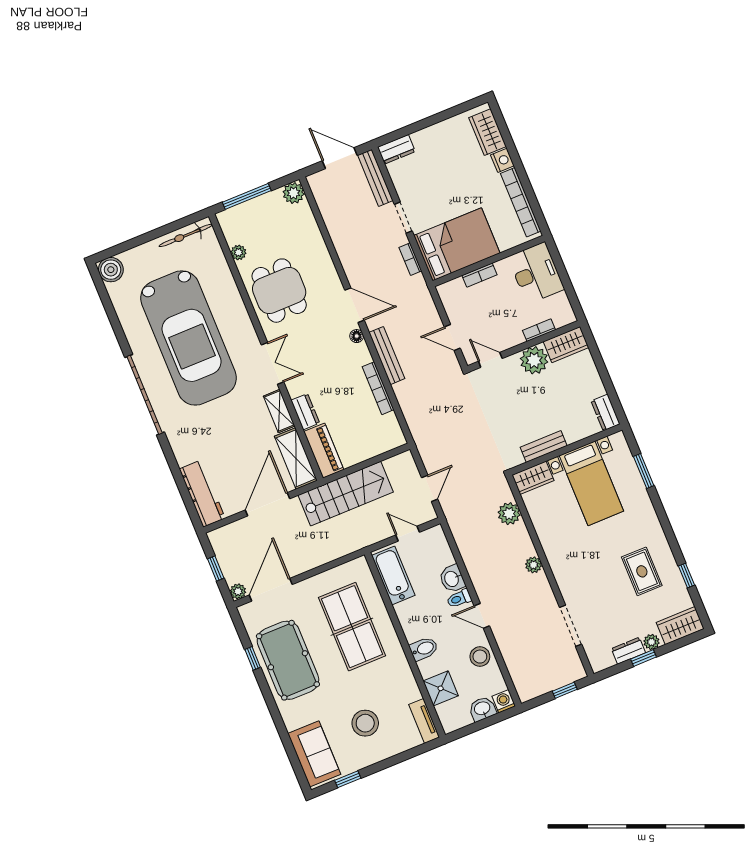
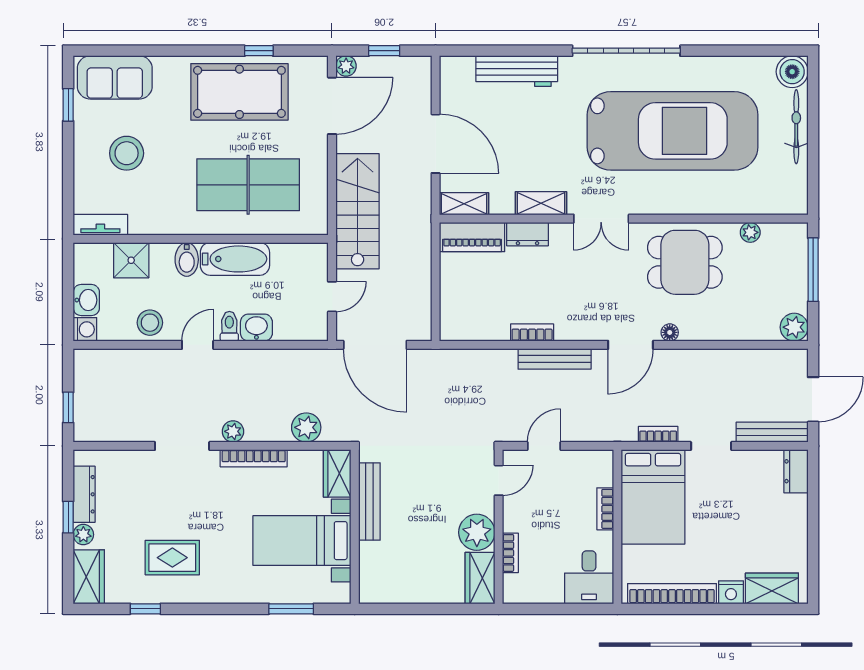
bicycle: (186, 235) -> (796, 127), moved
desk: (536, 273) -> (589, 577), width x0.73
floor lamp: (357, 336) -> (670, 332), moved
car: (189, 338) -> (673, 131), turned 180
bookcase: (378, 388) -> (532, 333), width x0.64
dresser: (605, 413) -> (380, 592), removed
bench: (544, 446) -> (369, 502), width x1.36
shelving: (296, 458) -> (464, 204), width x0.67, depth x0.75
door: (430, 488) -> (375, 345), width x1.87
workbench: (202, 494) -> (517, 71), moved
stairs: (346, 494) -> (358, 211), moved, turned 180
bookcase: (547, 542) -> (254, 458), added
bathtub: (393, 575) -> (235, 259), moved
door: (271, 590) -> (332, 106), hinge flipped
doorway: (571, 626) -> (182, 446), moved
dresser: (628, 651) -> (84, 494), width x1.44

